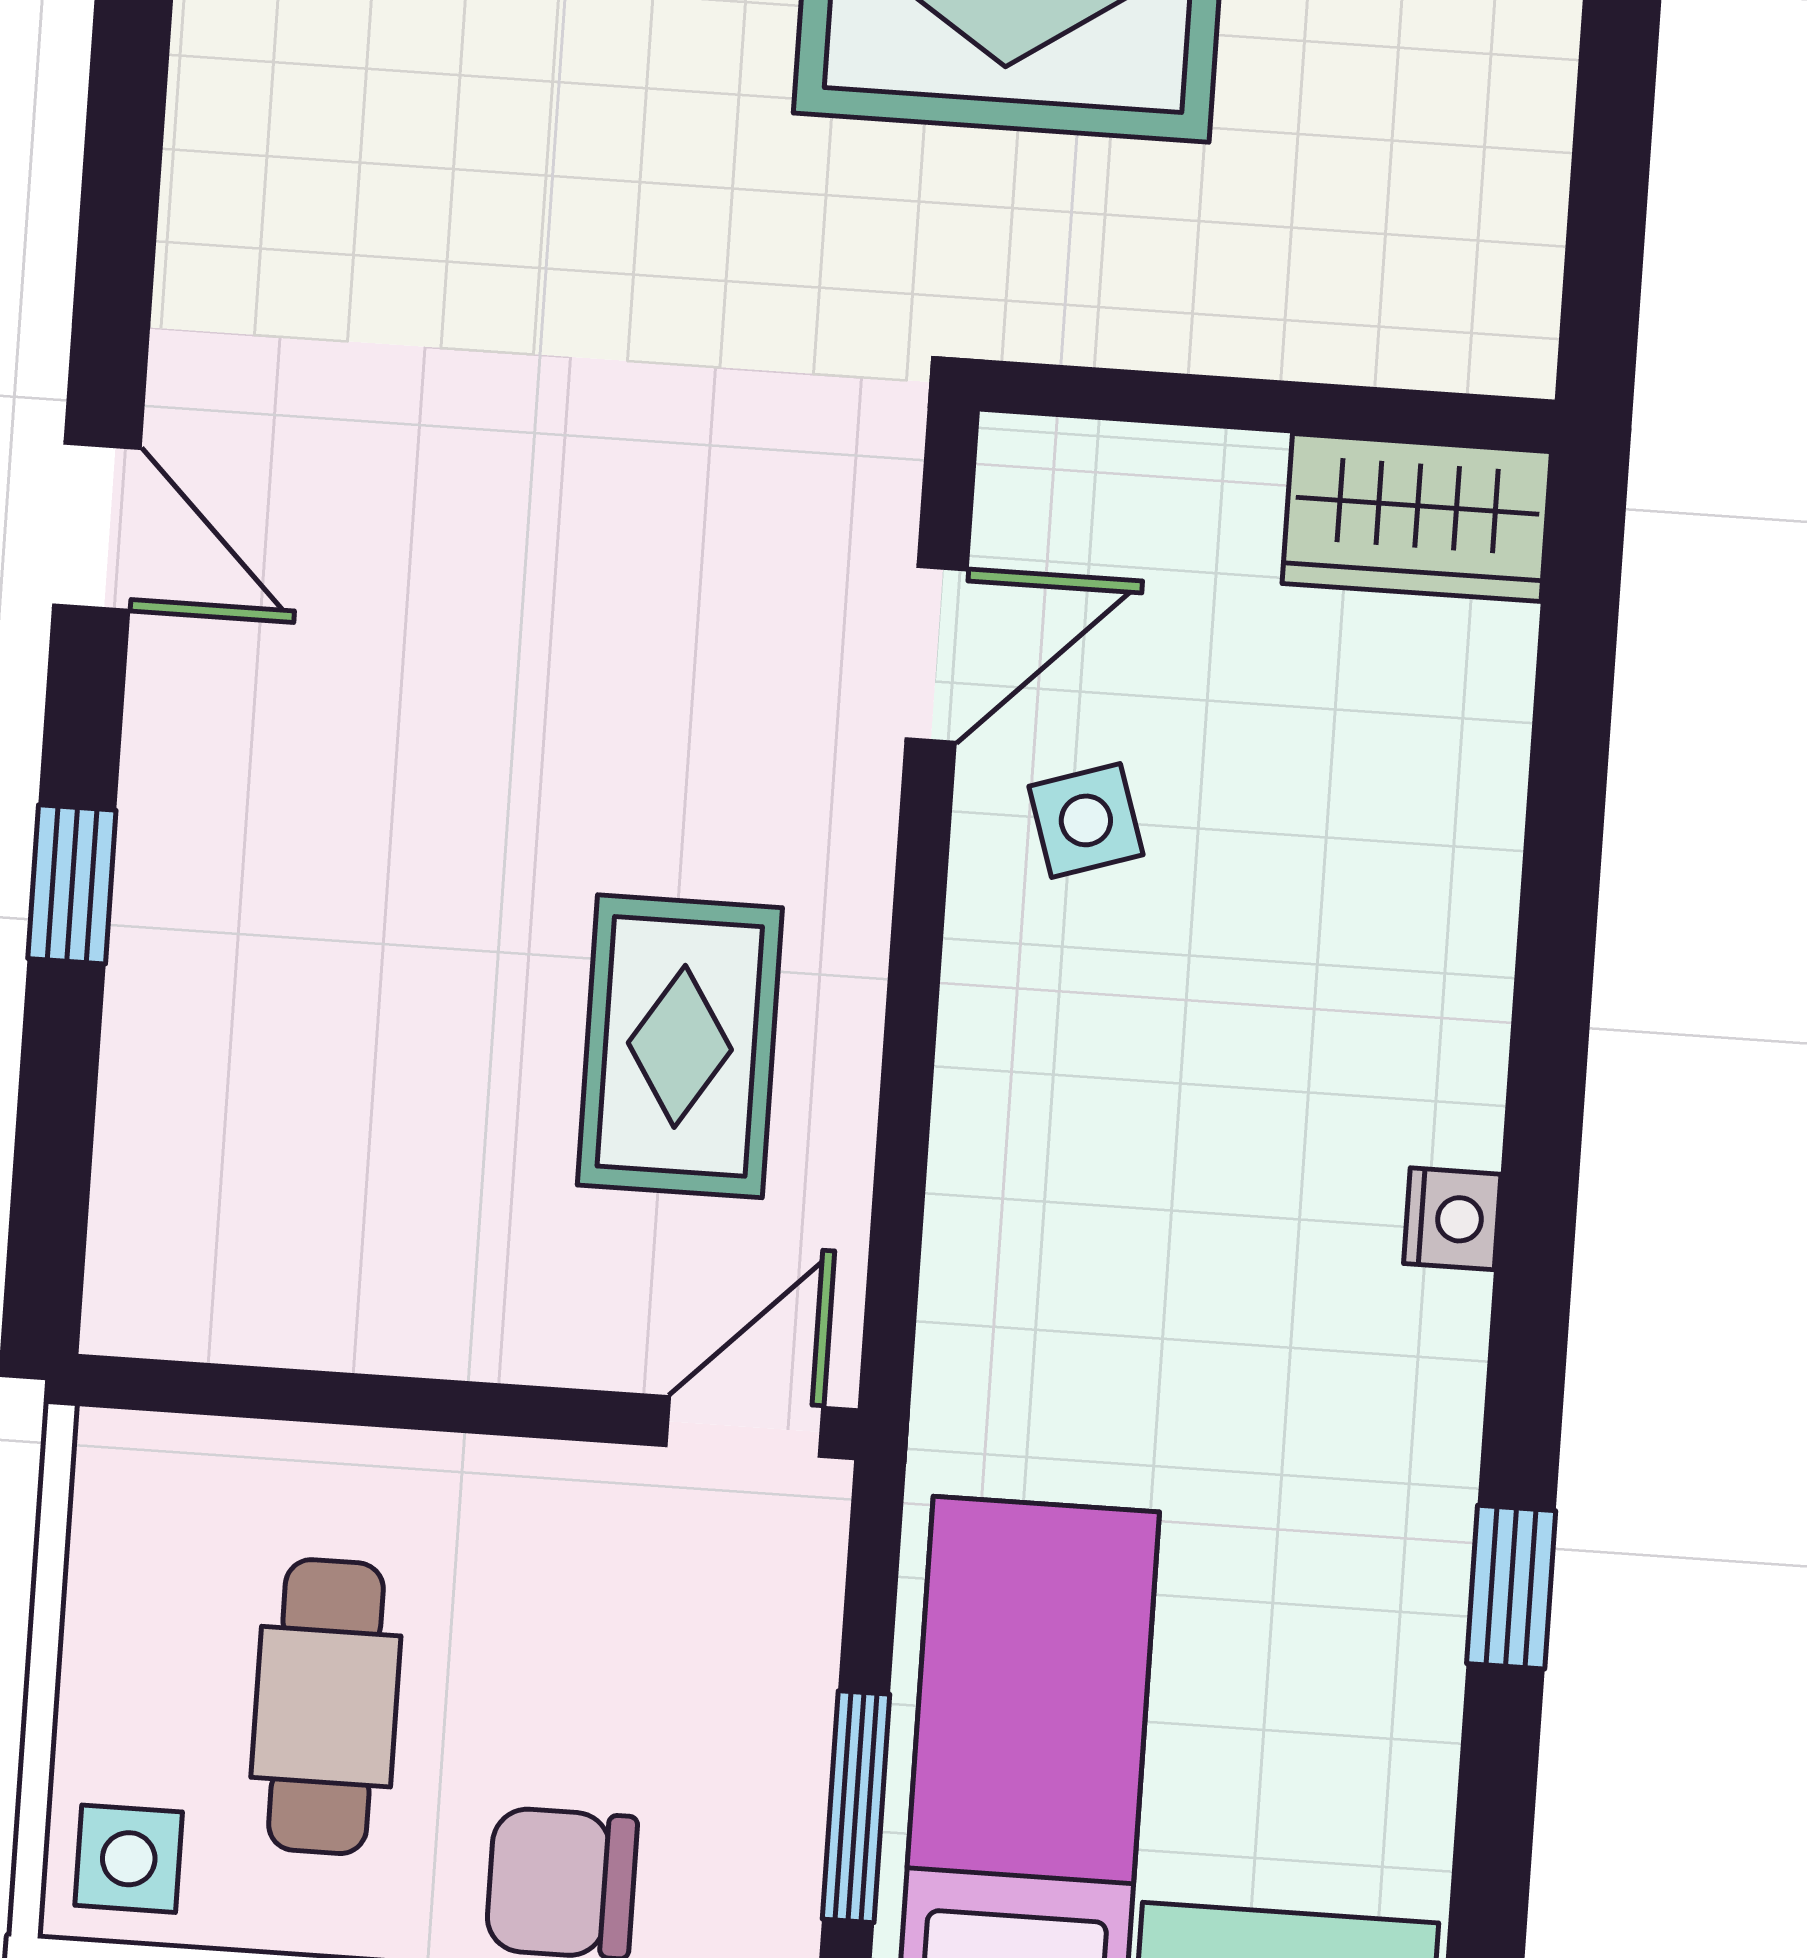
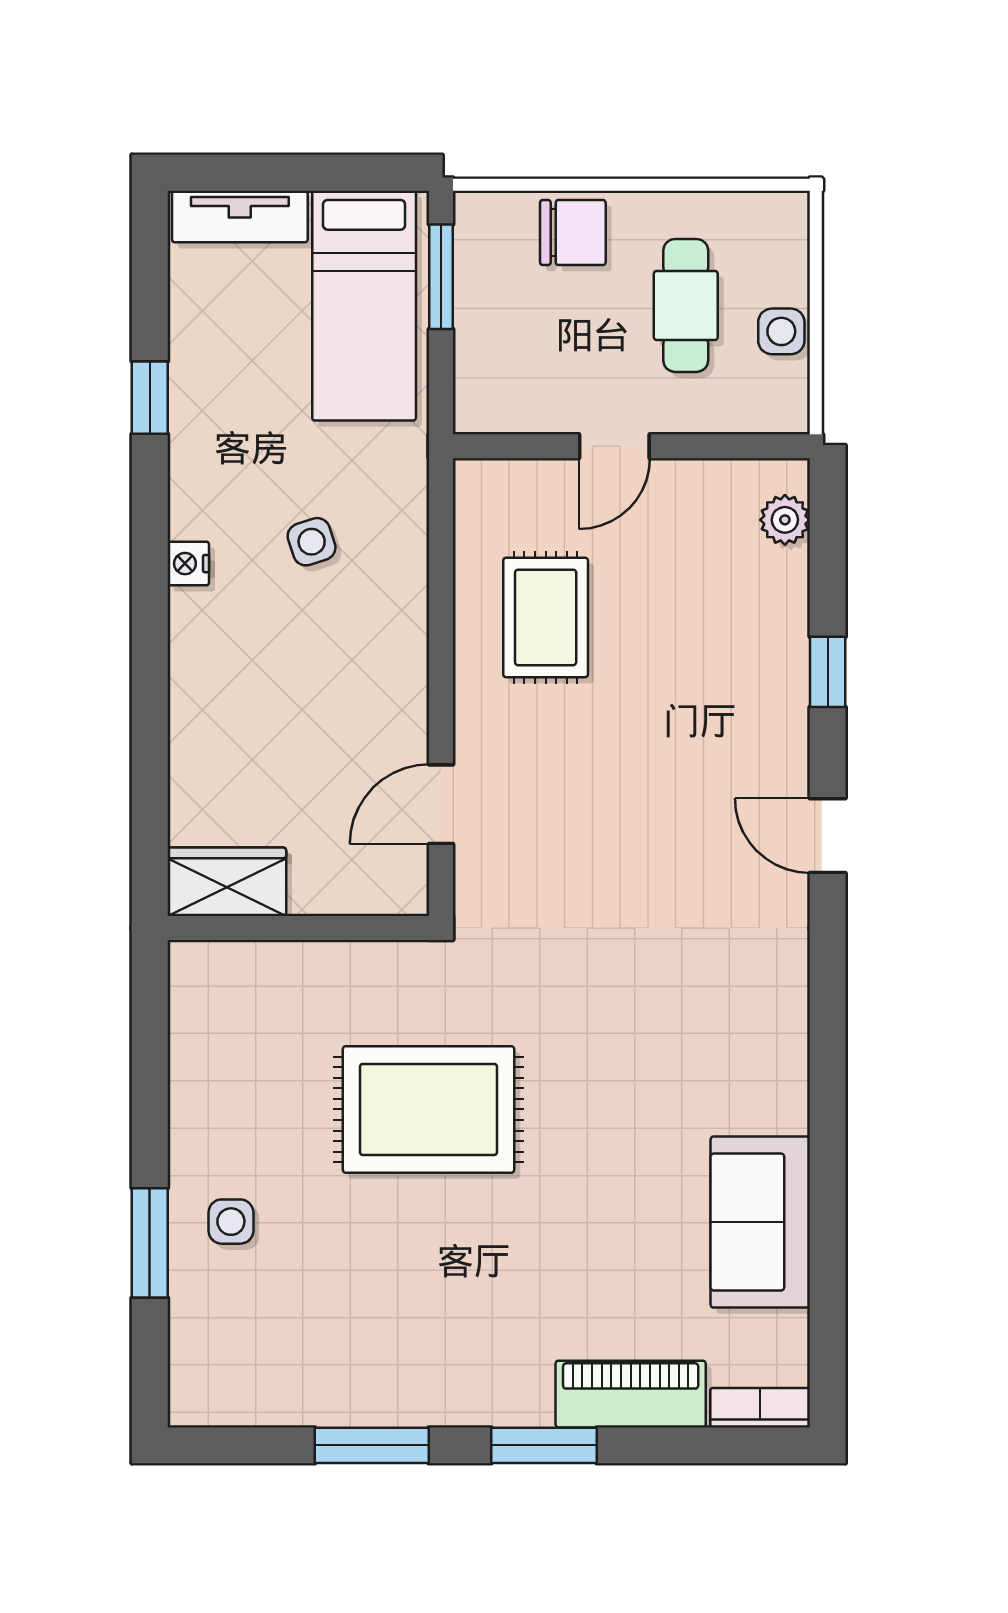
side table: (1086, 820) -> (312, 542), moved
plant: (142, 1223) -> (785, 520), added
door: (744, 1427) -> (614, 446), moved
side table: (129, 1859) -> (781, 331), moved

